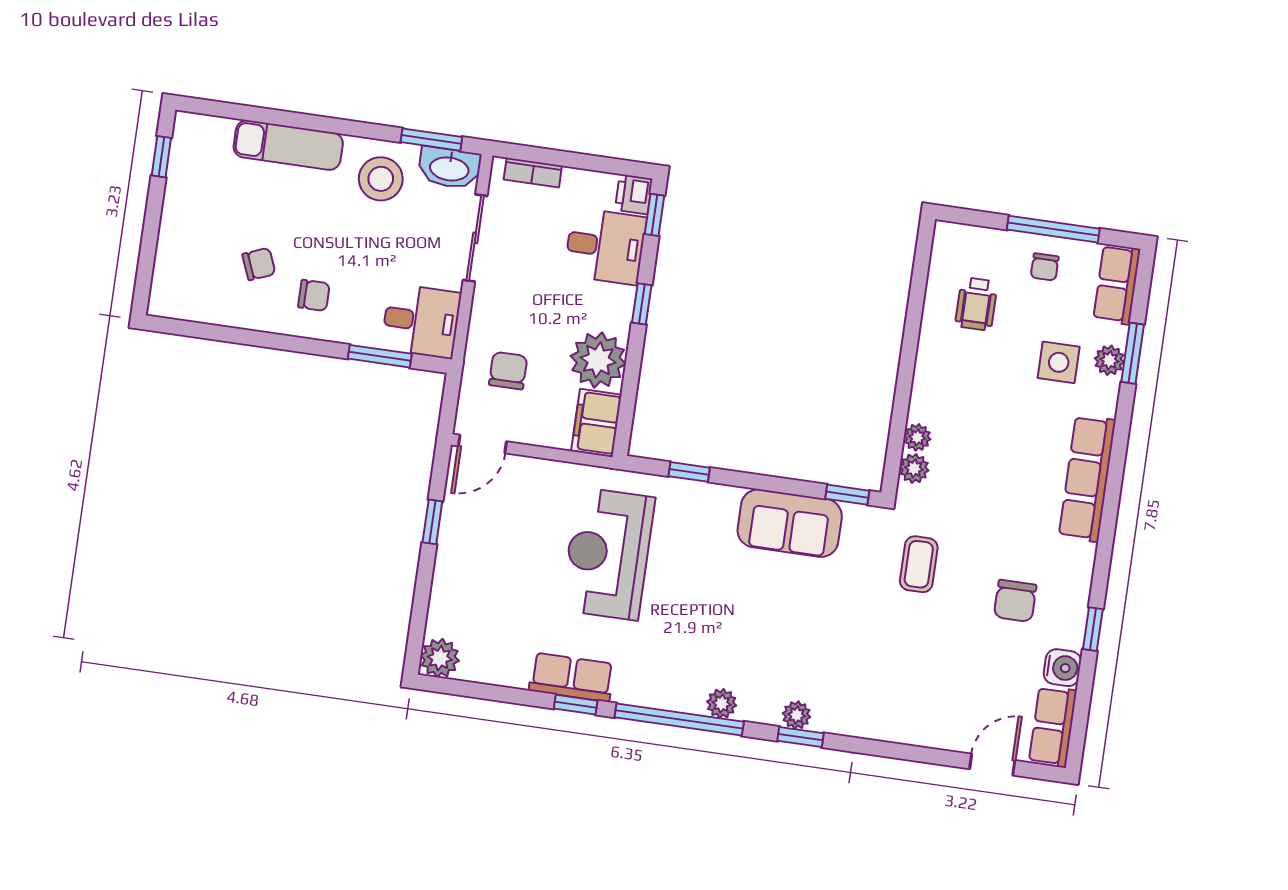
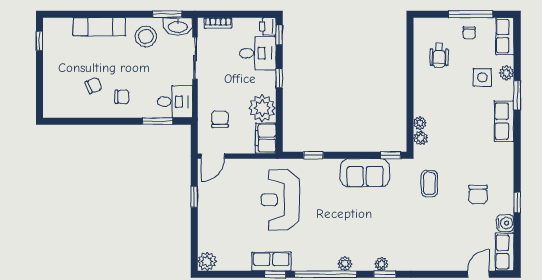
window: (1133, 353) -> (517, 95), moved
row of seats: (1087, 478) -> (504, 121), width x0.68

